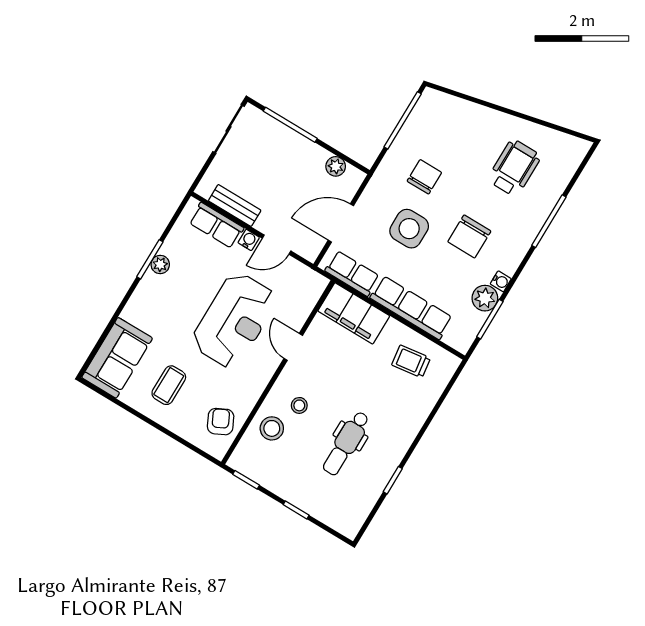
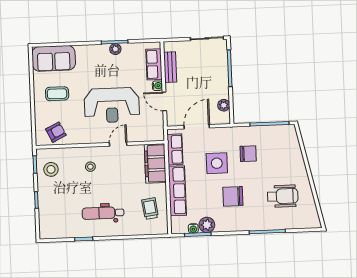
door: (341, 223) -> (197, 127), hinge flipped
water cooler: (501, 281) -> (193, 228), moved
stool: (272, 428) -> (51, 169), moved
dental chair: (346, 443) -> (103, 213), moved

